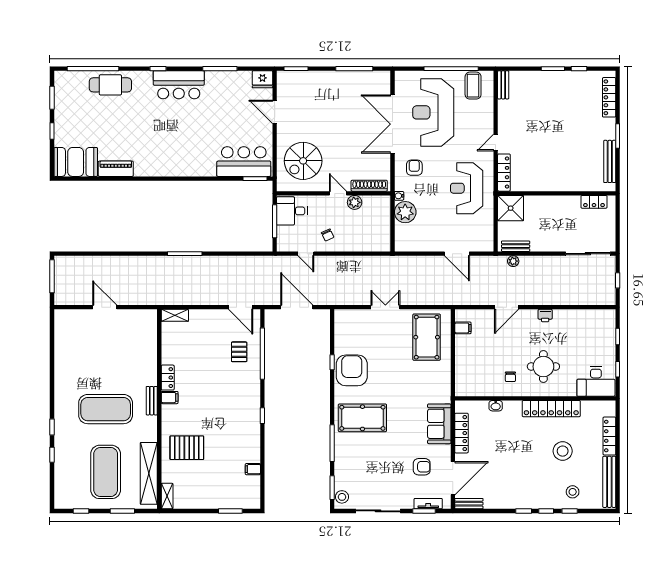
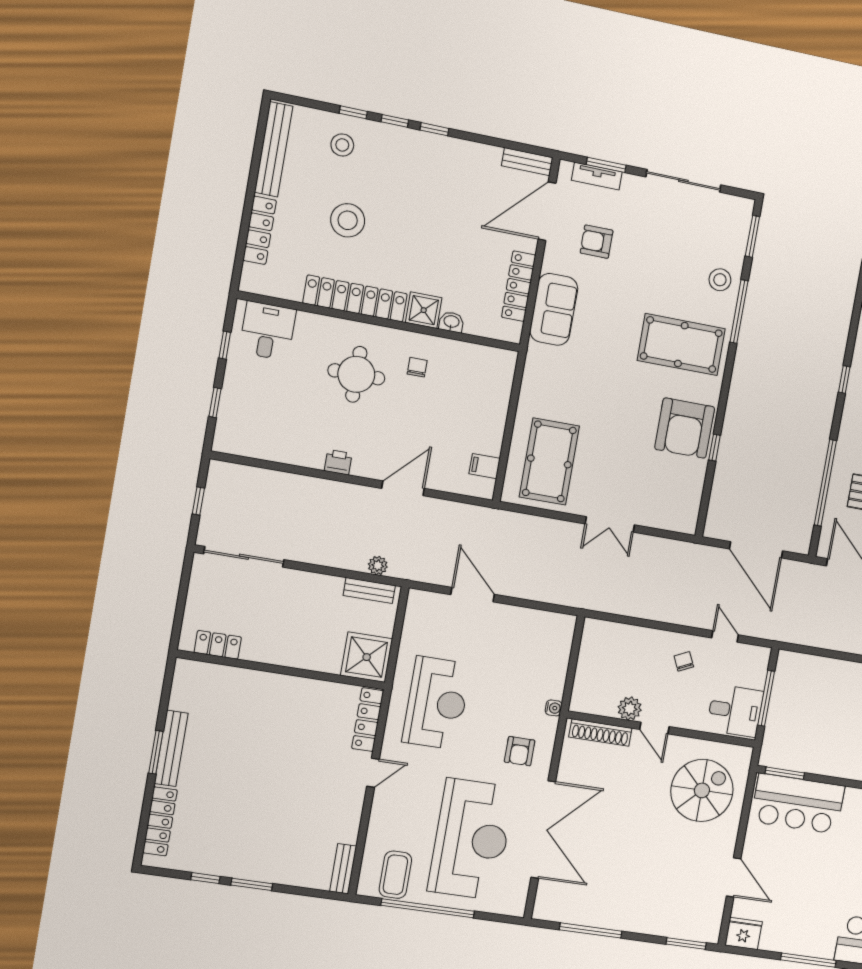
bench: (610, 161) -> (171, 748), moved
plant: (405, 212) -> (548, 679), removed
desk: (596, 382) -> (268, 331), width x0.73
shower: (512, 409) -> (424, 310), added
stool: (342, 497) -> (720, 280), moved

